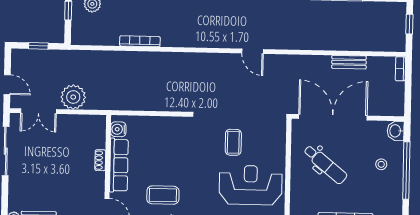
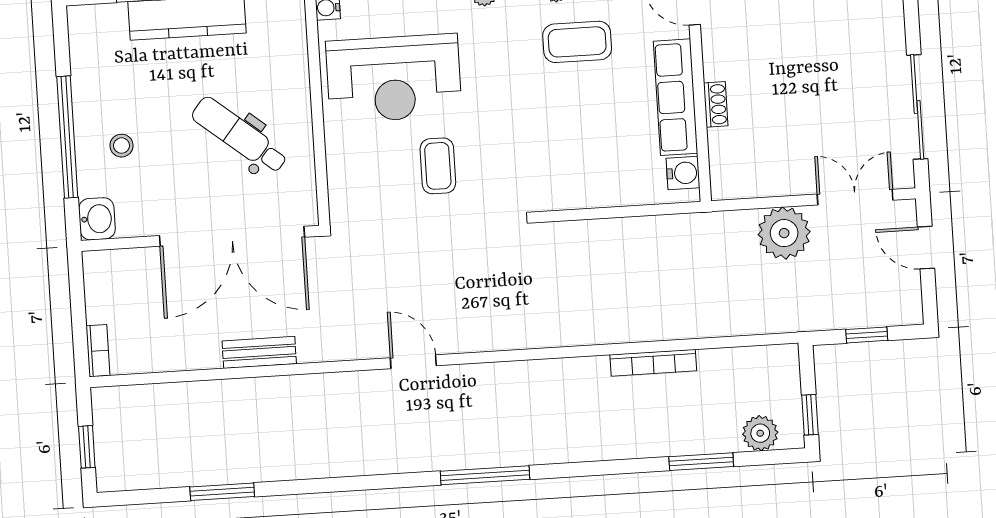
bench: (349, 62) -> (259, 352), moved

